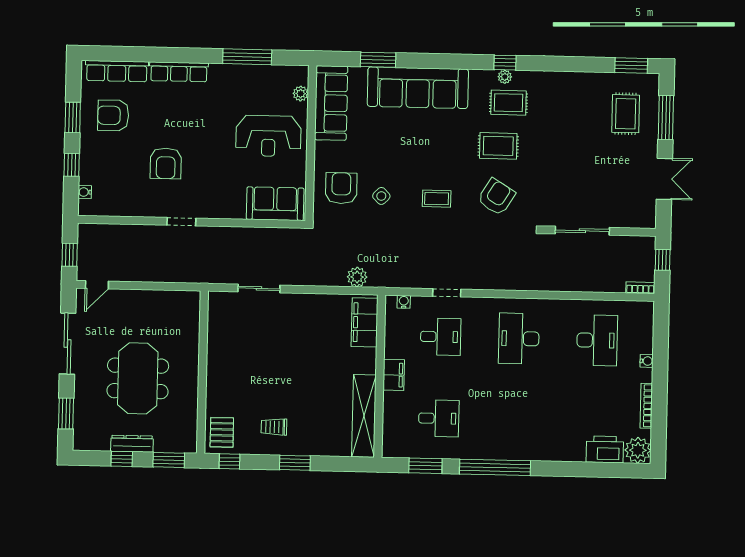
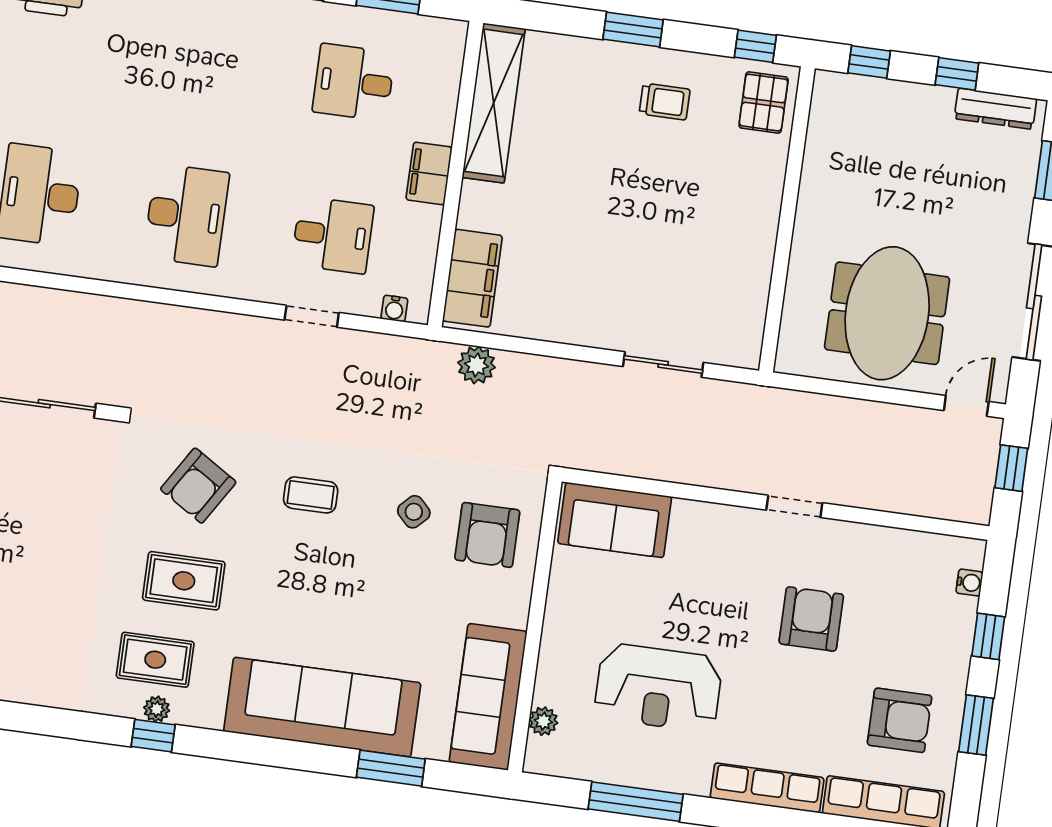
reception desk: (268, 136) -> (658, 688), moved, turned 180
desk: (441, 337) -> (333, 235), turned 180
meeting table: (138, 378) -> (887, 313), moved
dresser: (132, 444) -> (995, 109), moved
window: (169, 460) -> (869, 62), width x0.67

